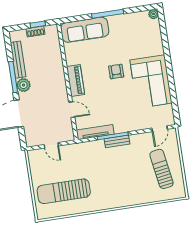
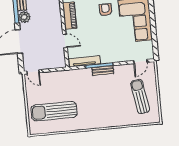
door: (51, 145) -> (33, 72), moved

